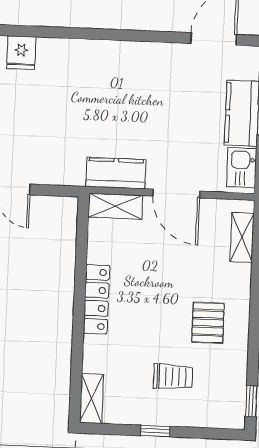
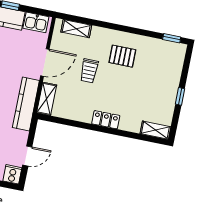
kitchen counter: (116, 173) -> (26, 104), width x1.50
locker: (96, 299) -> (106, 120), width x0.66
trolley: (173, 377) -> (89, 71), moved, turned 180

